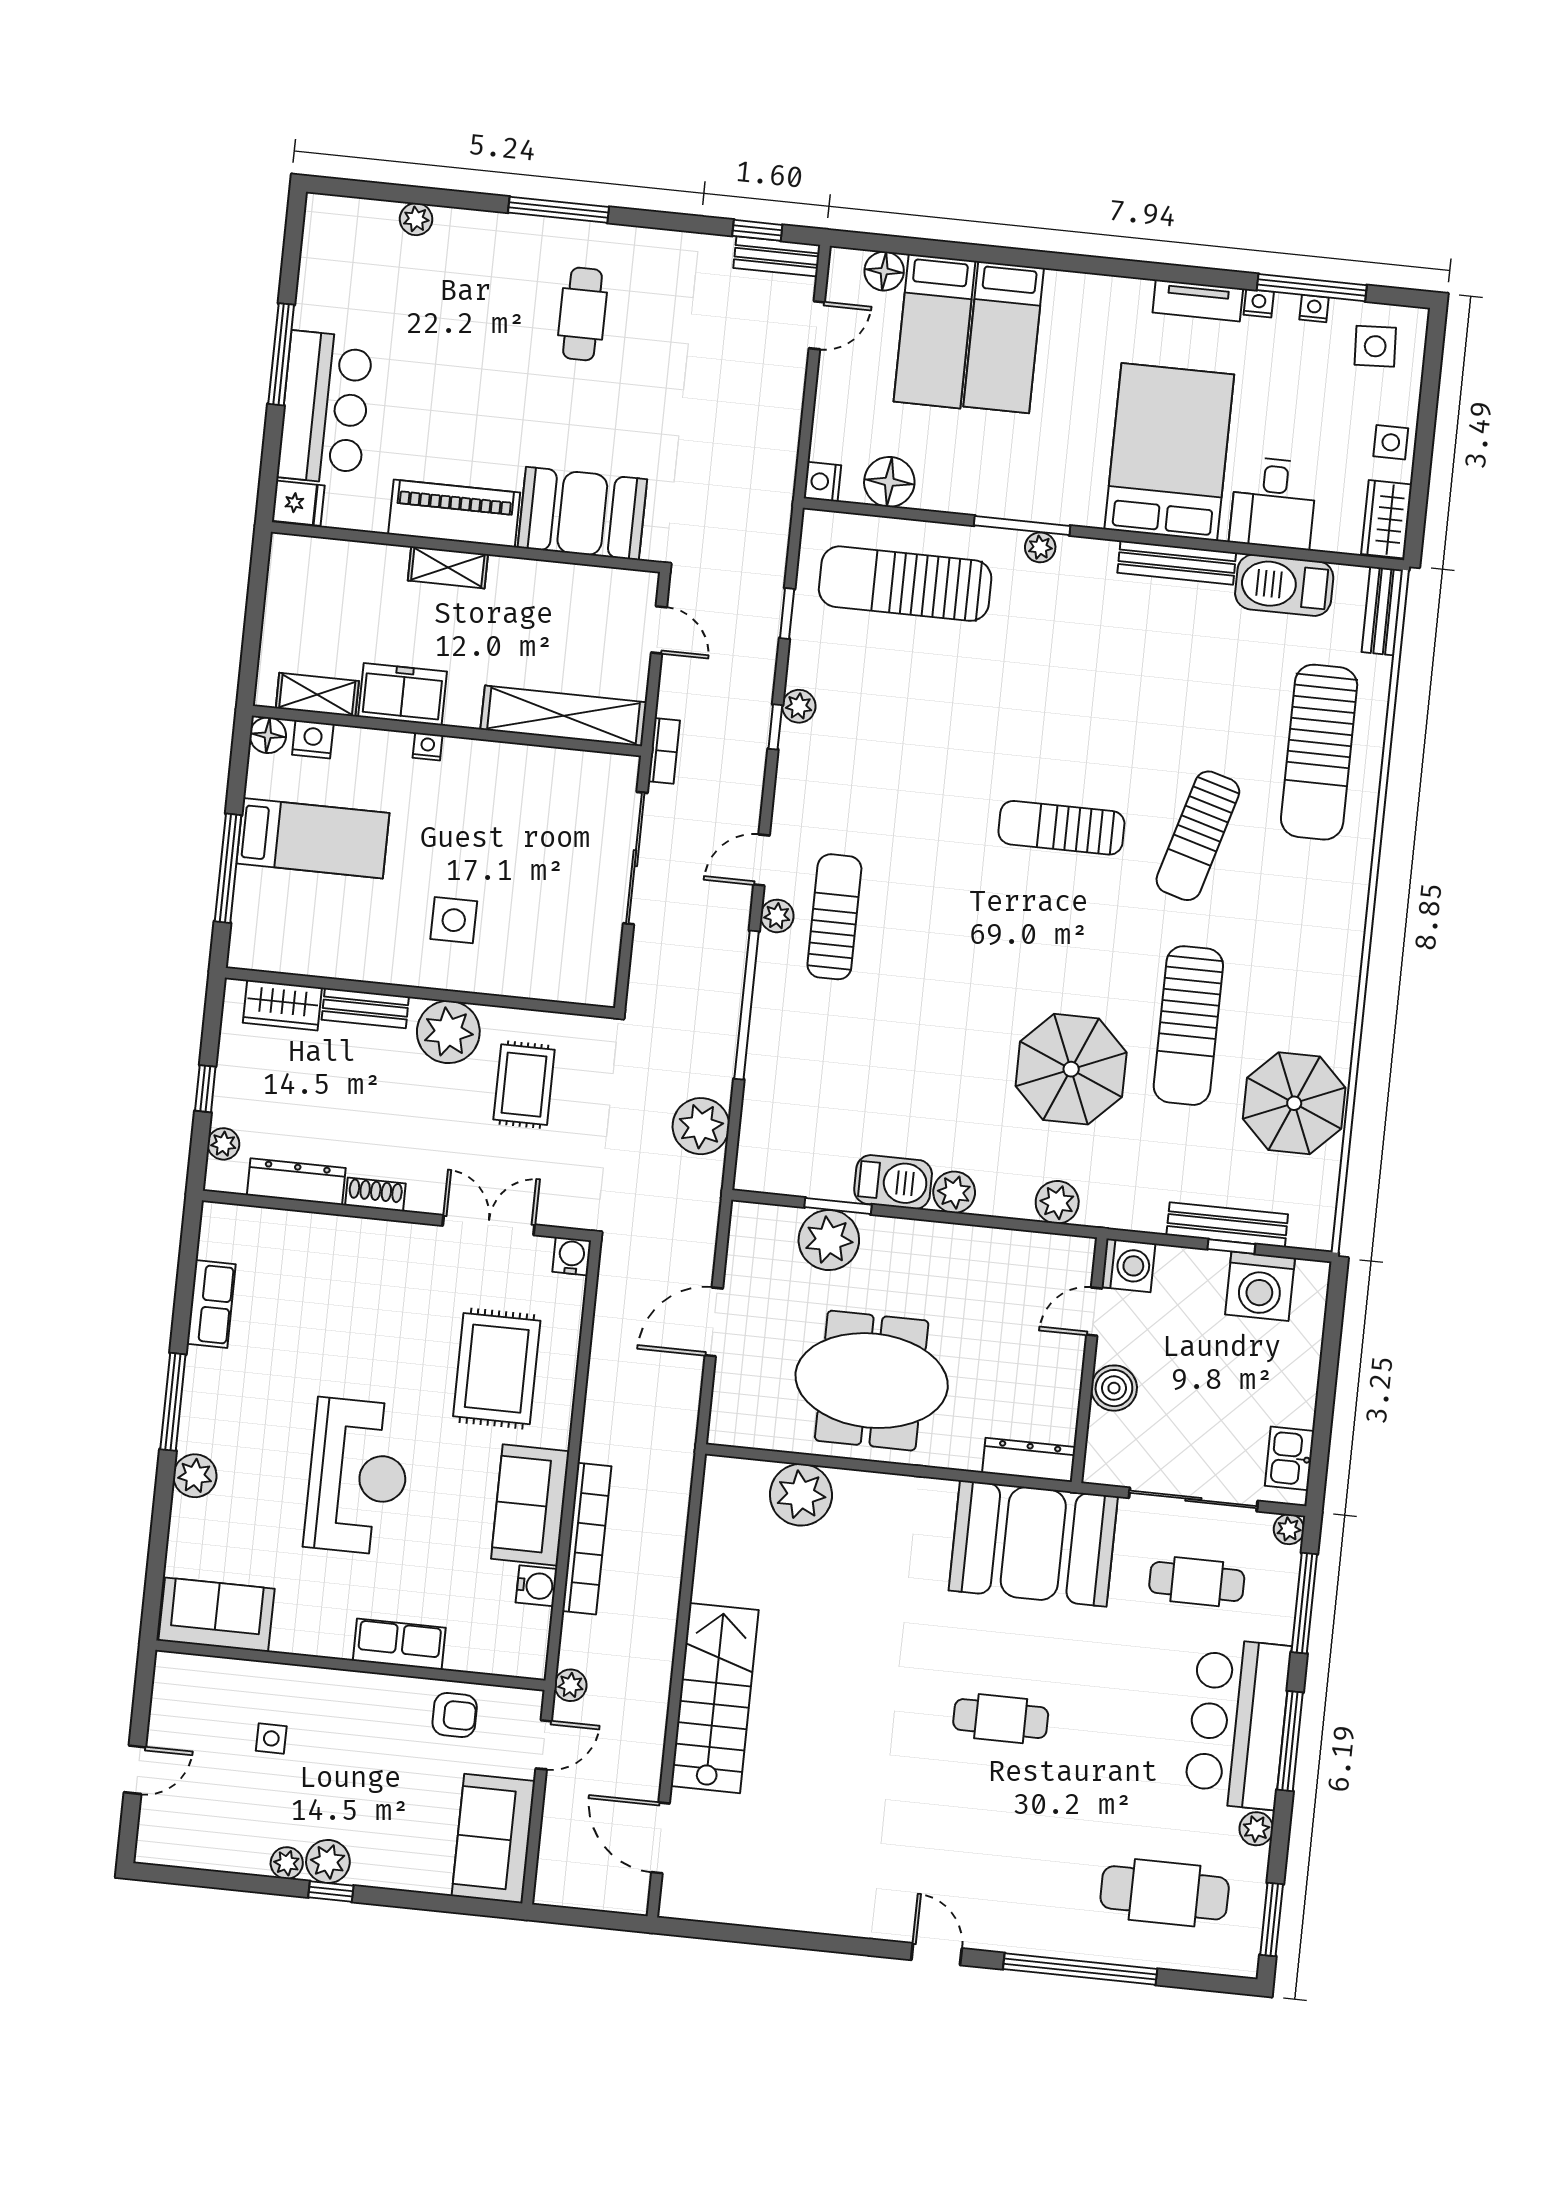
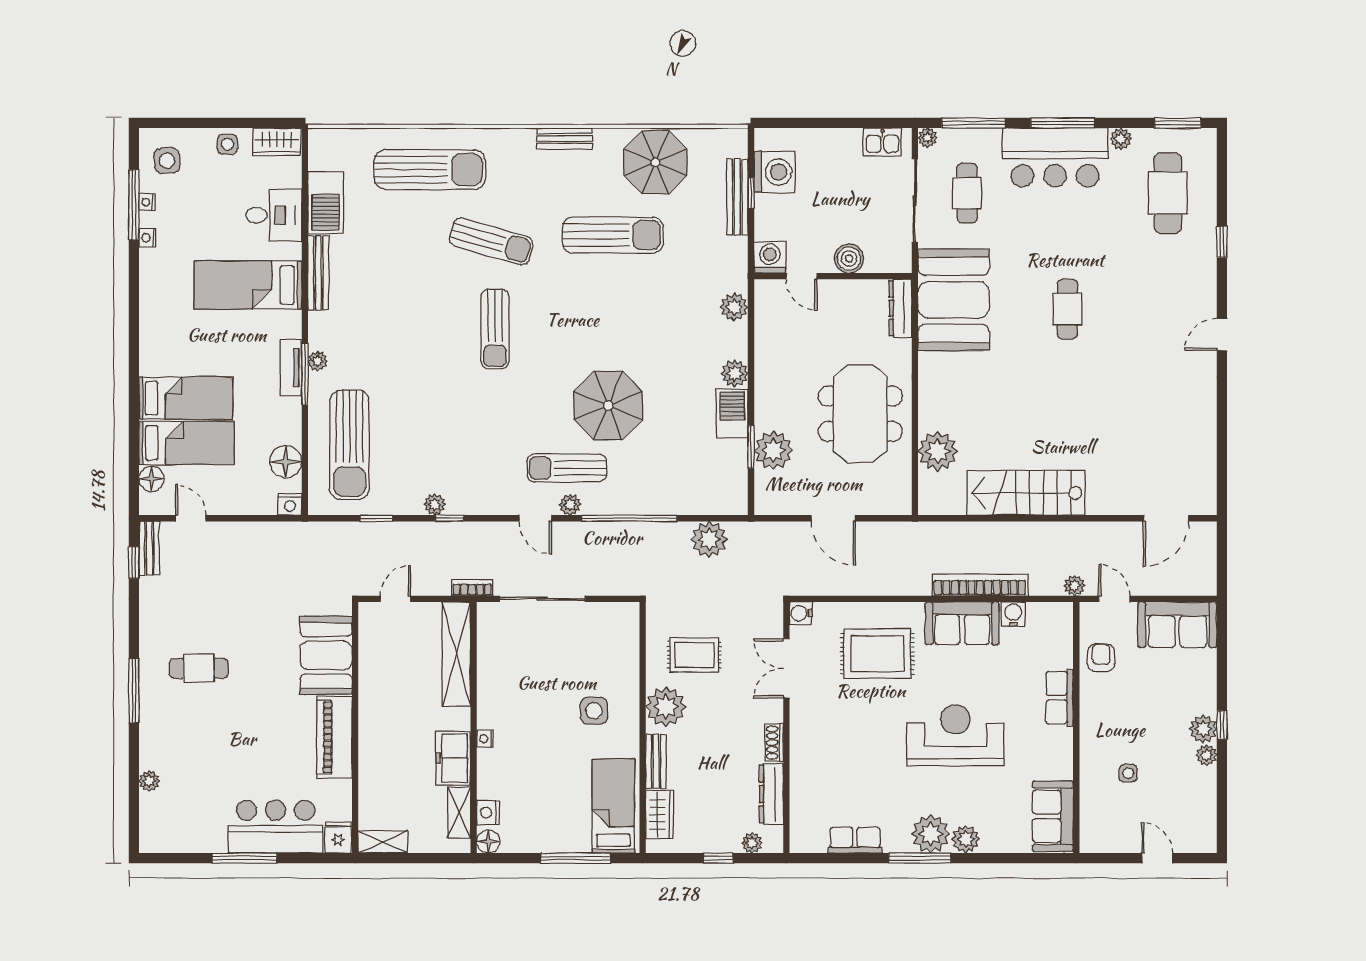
tv unit: (1198, 301) -> (291, 368), moved, turned 180
bed: (1169, 452) -> (248, 285), width x0.67
shelving: (448, 567) -> (383, 842), moved, turned 90
bench: (1382, 611) -> (564, 139), moved
bed: (313, 838) -> (613, 806), moved
parasol: (1071, 1069) -> (608, 406), moved
plant: (209, 1422) -> (931, 834), added
stairs: (715, 1698) -> (1026, 493), moved
window: (1080, 1969) -> (1222, 242), width x0.32

